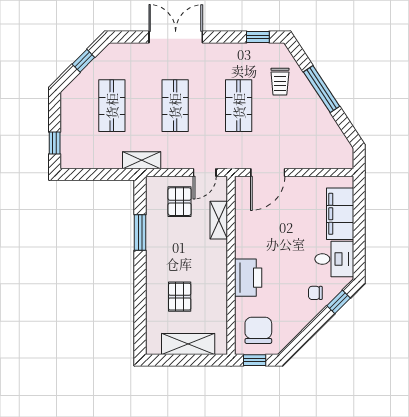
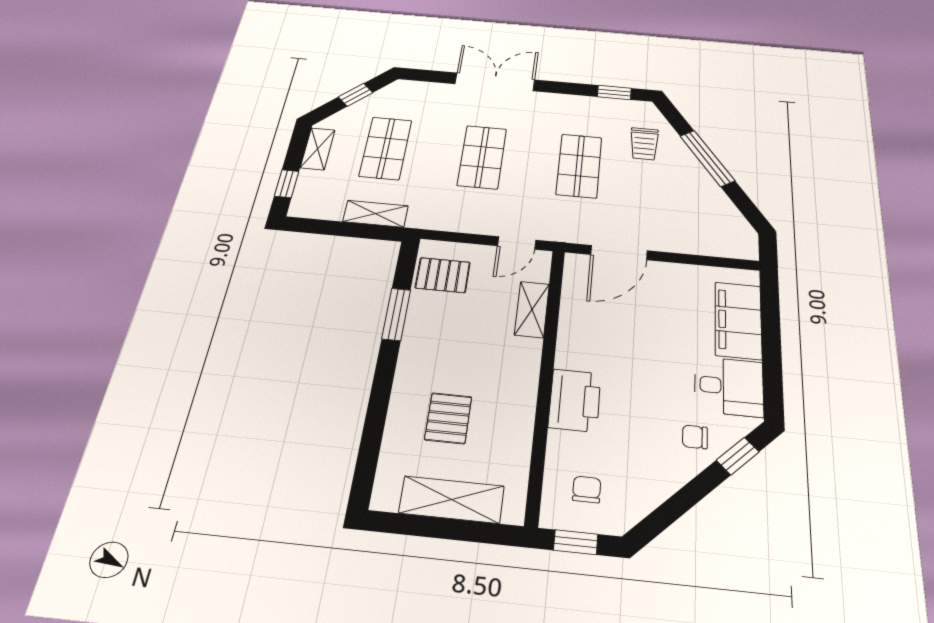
shelving: (68, 112) -> (318, 149), added
shelving: (142, 160) -> (376, 214), moved
pallet: (180, 202) -> (443, 275), moved, turned 90
chair: (258, 330) -> (587, 489), width x0.54, depth x0.54

